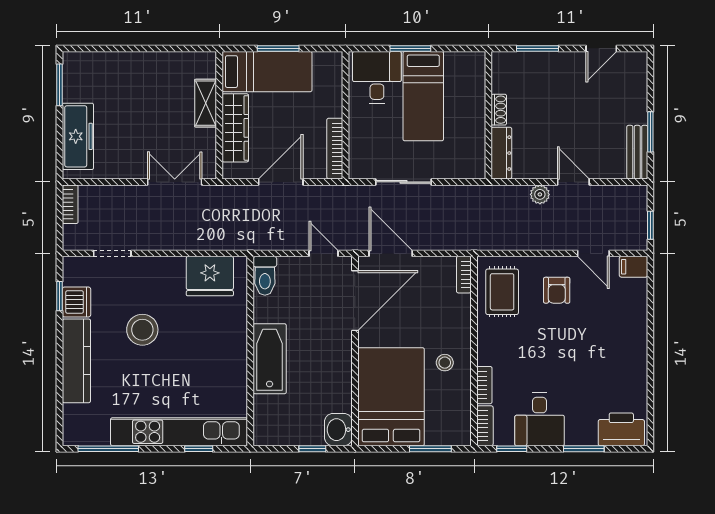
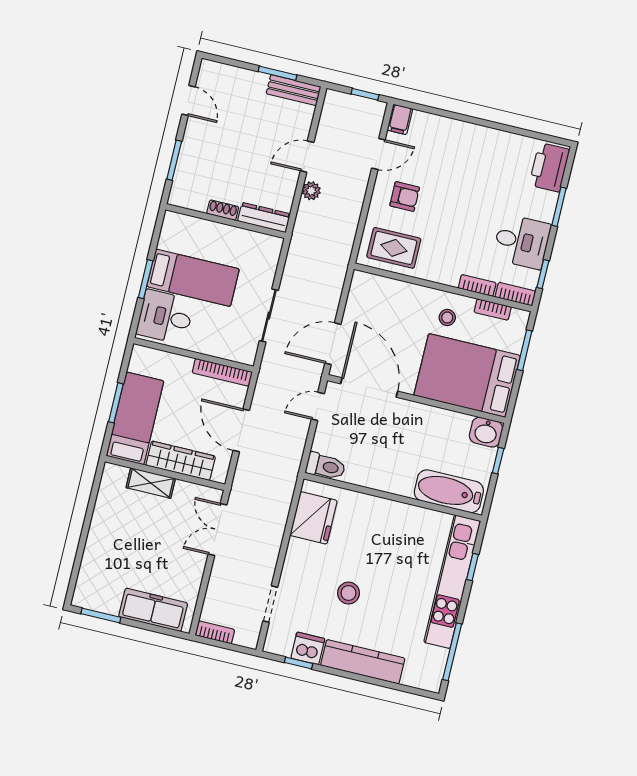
bookcase: (464, 275) -> (493, 309), moved
stool: (142, 330) -> (349, 593), width x0.73, depth x0.73
bathtub: (270, 359) -> (449, 491), moved

